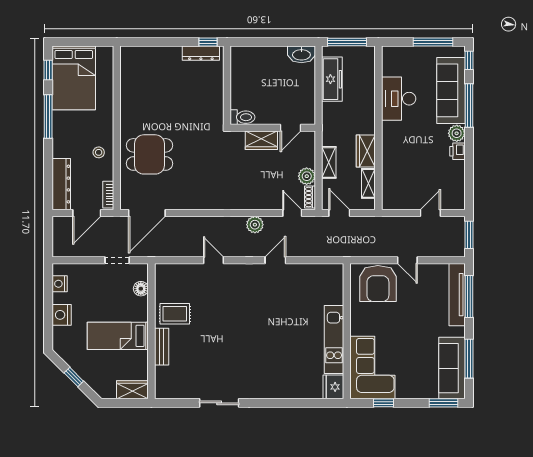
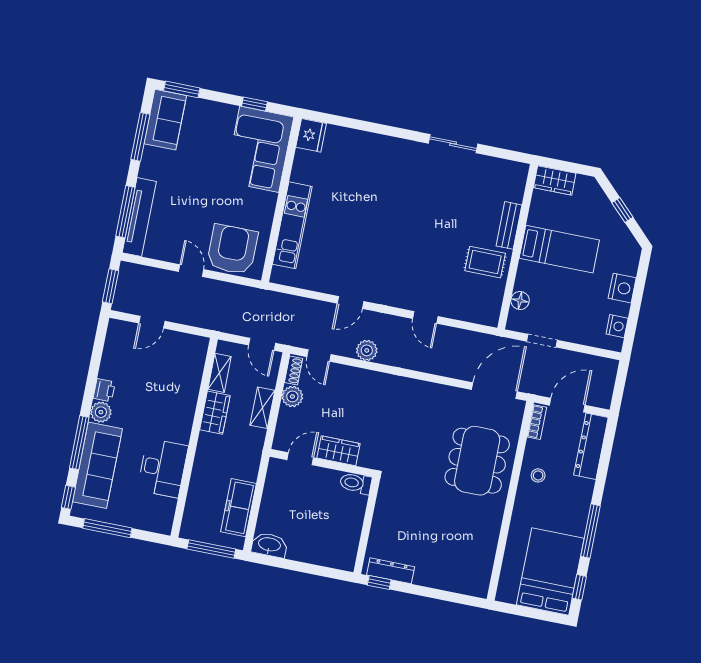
dining table: (150, 154) -> (477, 461), width x1.37
kitchen unit: (334, 340) -> (292, 225), moved
sofa: (452, 368) -> (165, 120), width x0.73

